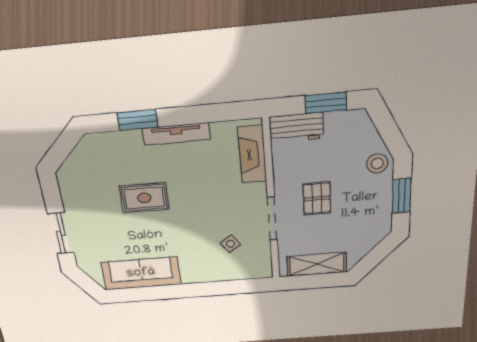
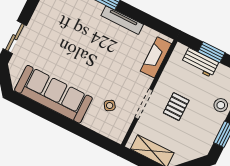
workbench: (296, 128) -> (200, 62), moved
rug: (144, 198) -> (79, 46), removed
sofa: (141, 273) -> (53, 94), width x1.36, depth x1.27

